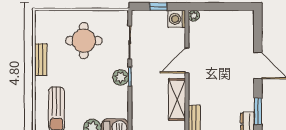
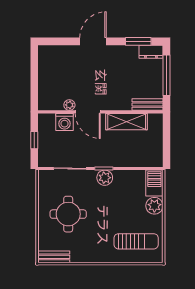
plant: (194, 16) -> (69, 105), moved
washing machine: (177, 19) -> (64, 122), moved
bench: (41, 59) -> (54, 257), moved

